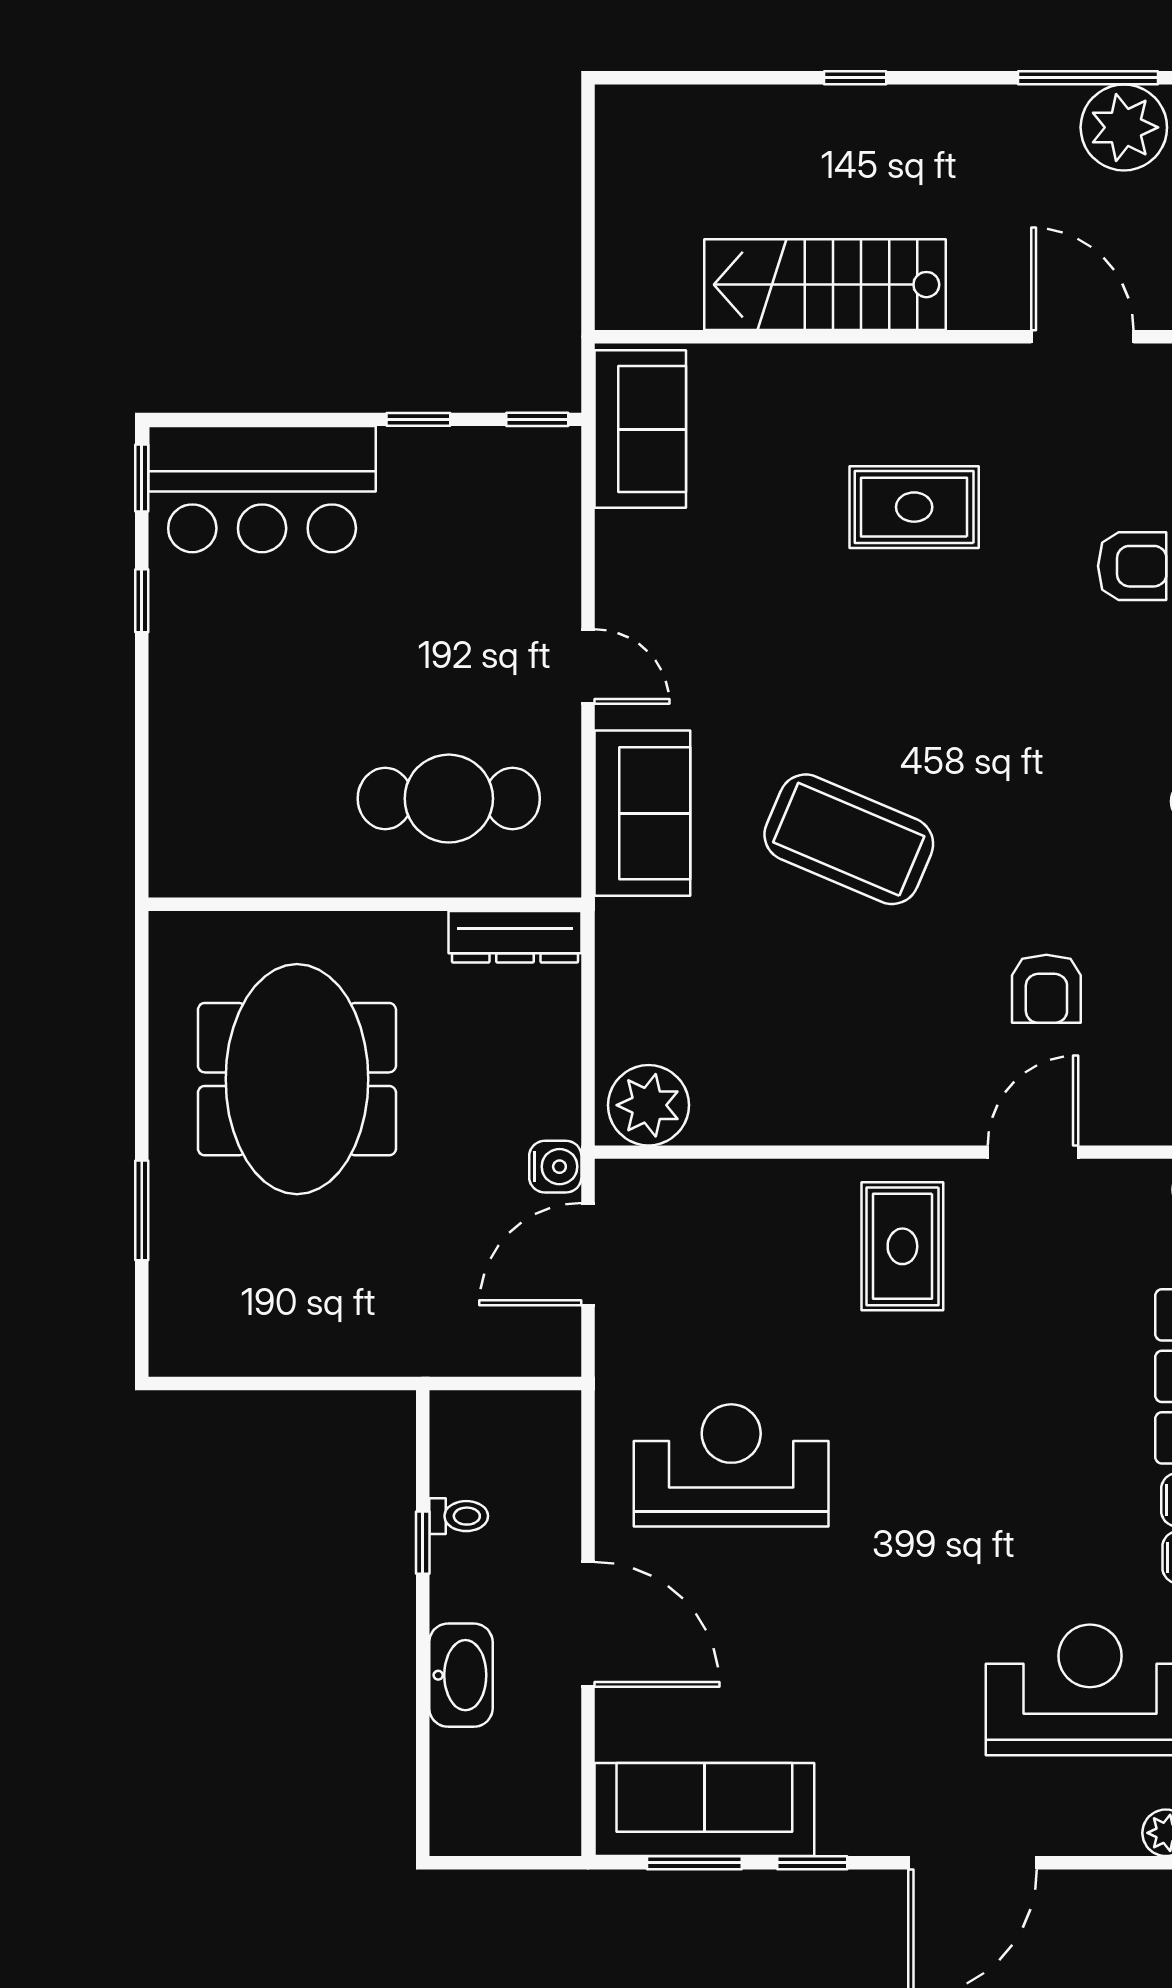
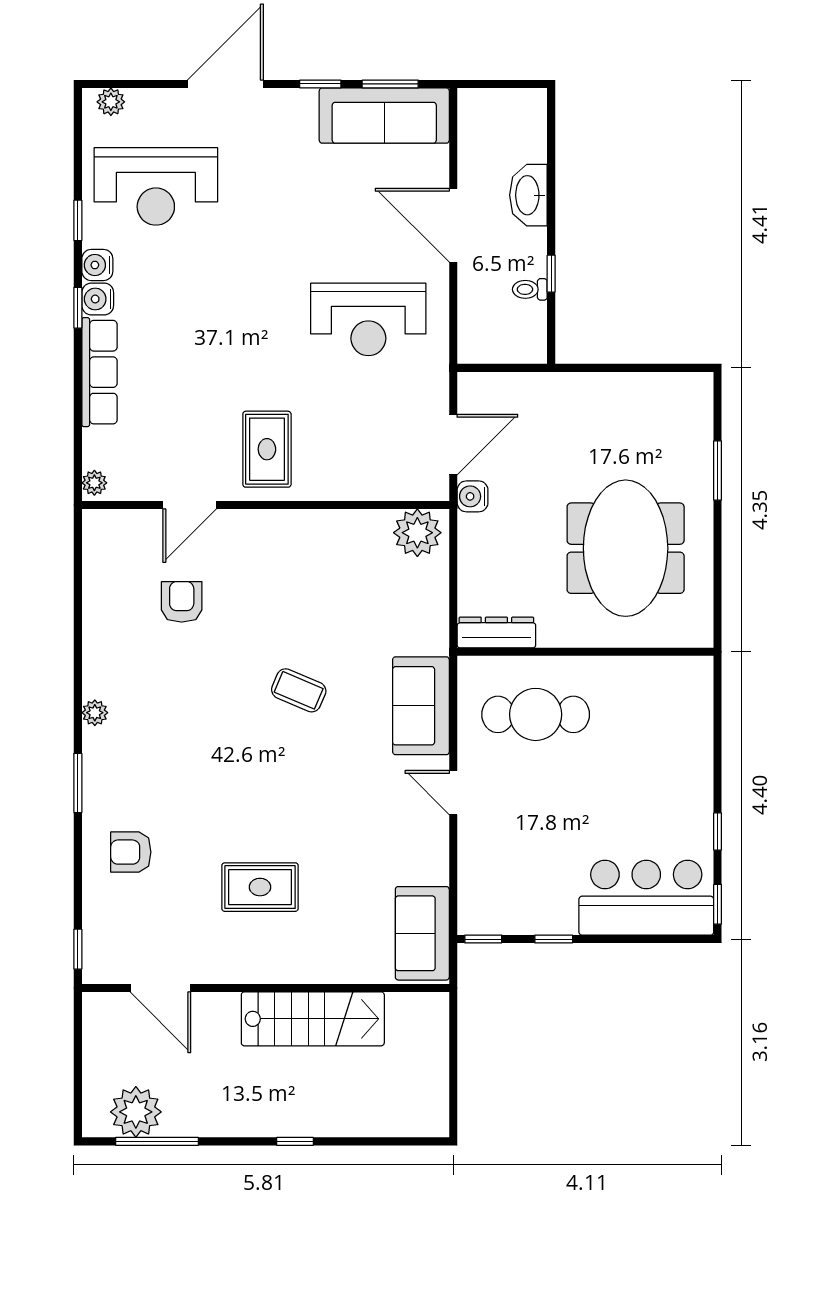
coffee table: (849, 839) -> (299, 690), width x0.54, depth x0.58

